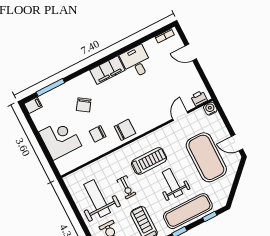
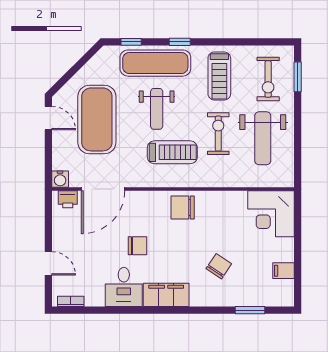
window: (50, 87) -> (250, 310), width x0.69
filing cabinet: (33, 105) -> (284, 271), moved
door: (180, 116) -> (103, 189), width x1.87
chair: (98, 134) -> (137, 246), moved
corner desk: (60, 139) -> (271, 214), moved
treadmill: (149, 161) -> (172, 152), turned 180
exercise bike: (126, 187) -> (218, 134), width x1.38, depth x1.39

